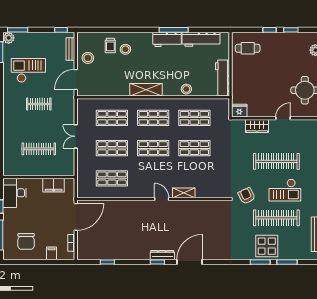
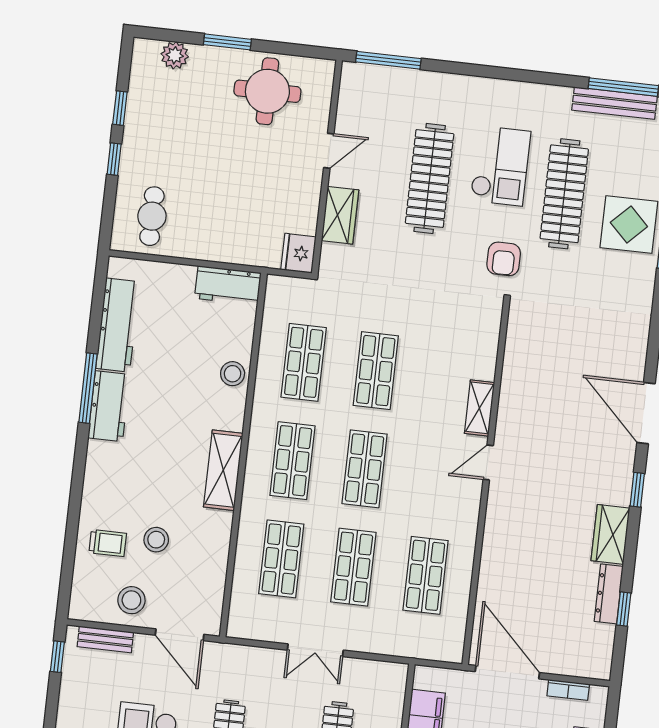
stool: (125, 49) -> (156, 540), moved
workbench: (223, 78) -> (228, 286), width x0.73
door: (283, 118) -> (329, 151), swing flipped
armchair: (247, 196) -> (504, 259), turned -64
wardrobe: (138, 253) -> (610, 534), added
dresser: (162, 255) -> (609, 594), moved

